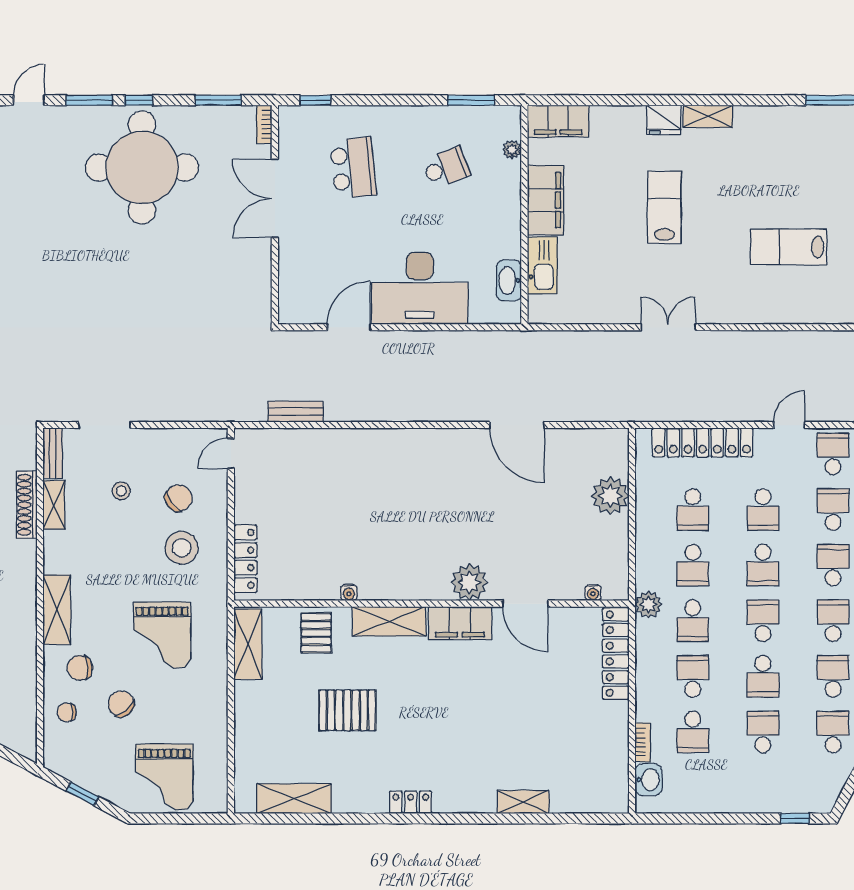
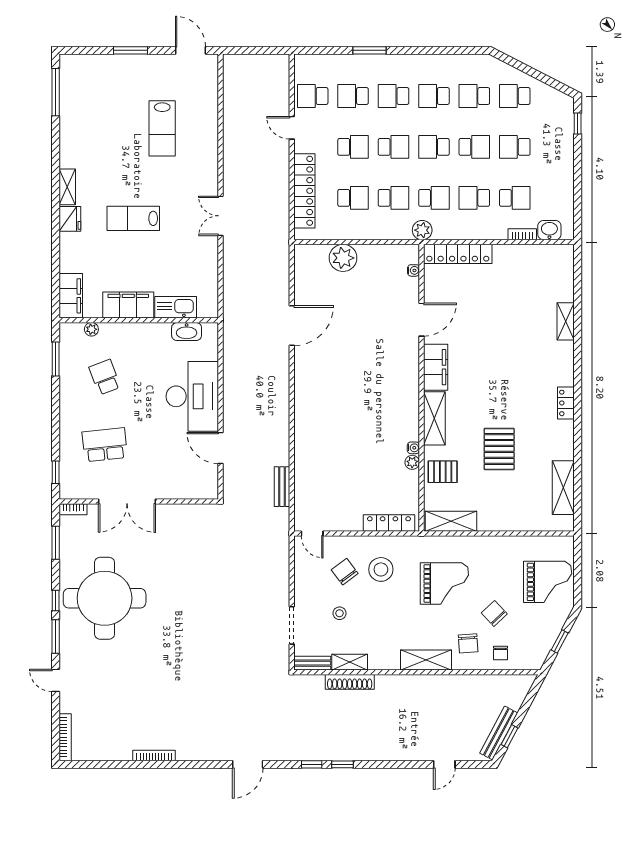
plant: (469, 582) -> (412, 462), moved, width x0.53, depth x0.53
chair: (121, 704) -> (494, 613), turned 87

